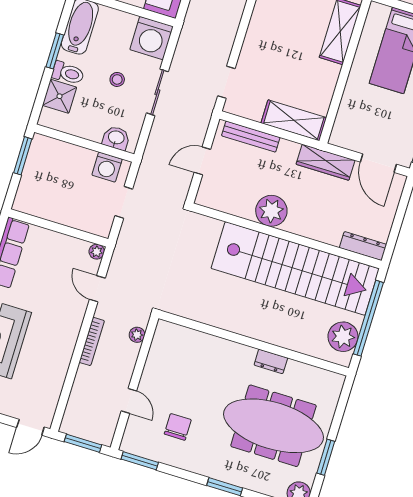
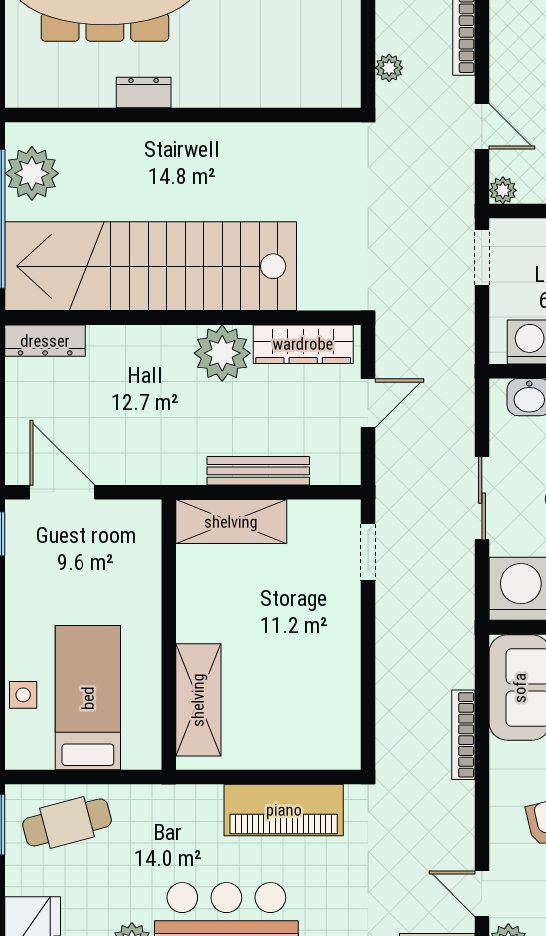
bench: (251, 137) -> (258, 471), moved
wardrobe: (325, 162) -> (303, 344), moved, turned 180
doorway: (124, 202) -> (482, 257), moved

